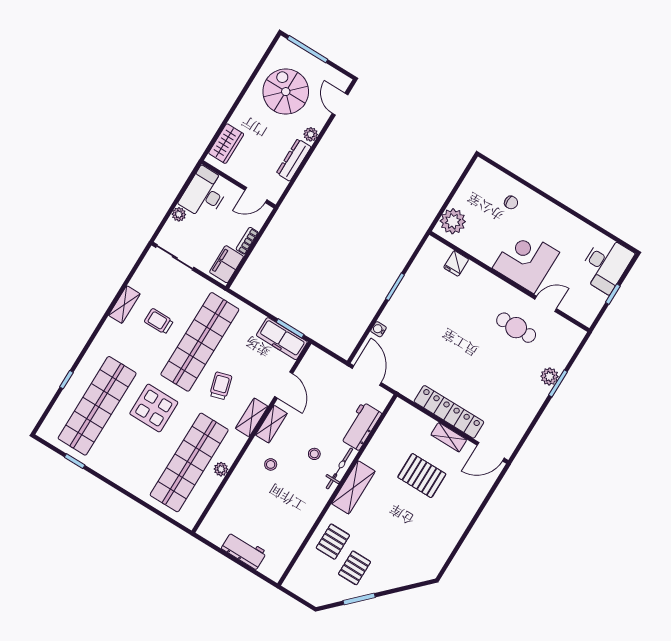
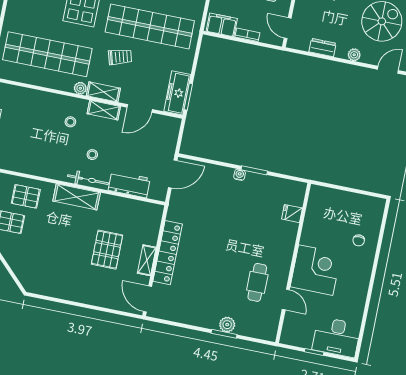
dresser: (294, 160) -> (323, 48), width x0.70
plant: (453, 221) -> (326, 198), removed
water cooler: (378, 329) -> (240, 175), moved
plant: (221, 469) -> (80, 88), moved

